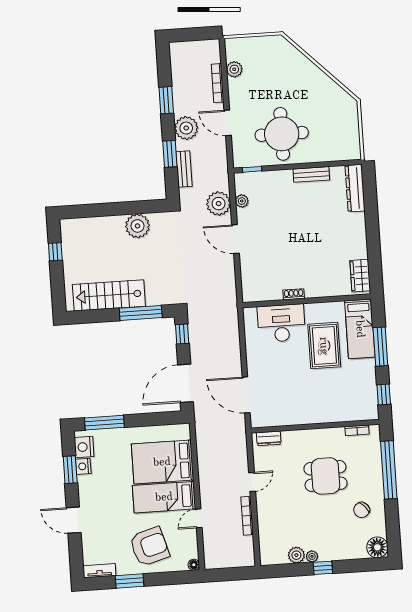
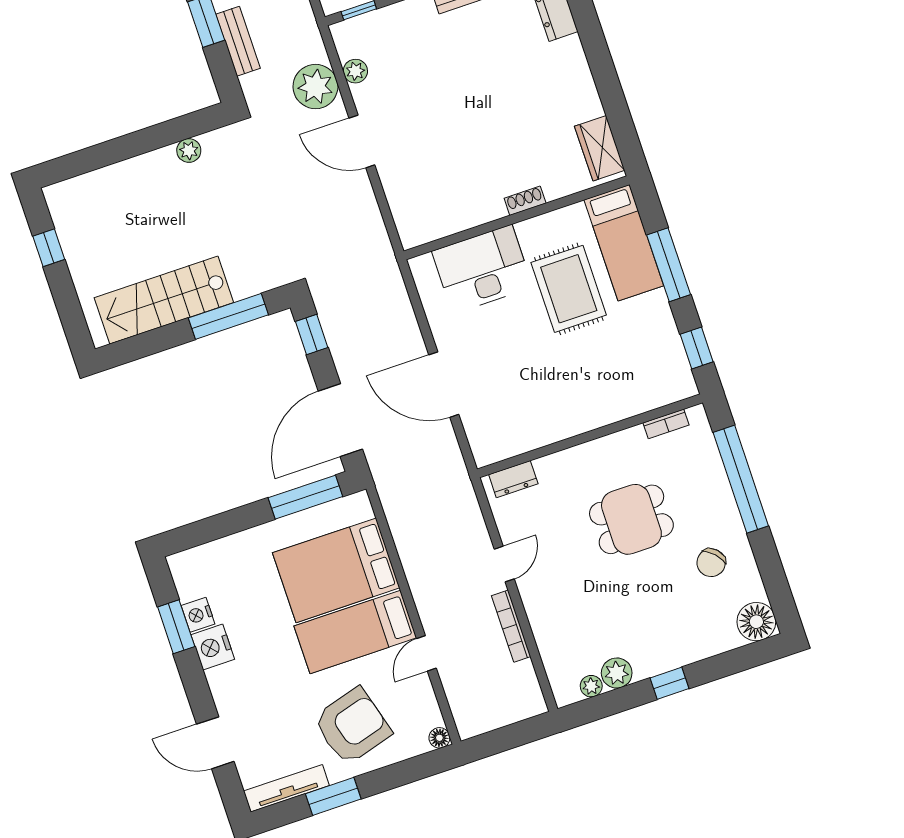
plant: (137, 226) -> (189, 150), width x0.53, depth x0.53
shoe rack: (294, 294) -> (525, 201), moved
door: (246, 395) -> (444, 385), moved
window: (104, 423) -> (305, 497), moved
nightstand: (84, 447) -> (213, 647), moved
door: (74, 520) -> (215, 743), moved
plant: (312, 556) -> (591, 686), moved
tv unit: (99, 571) -> (286, 788), width x1.41

